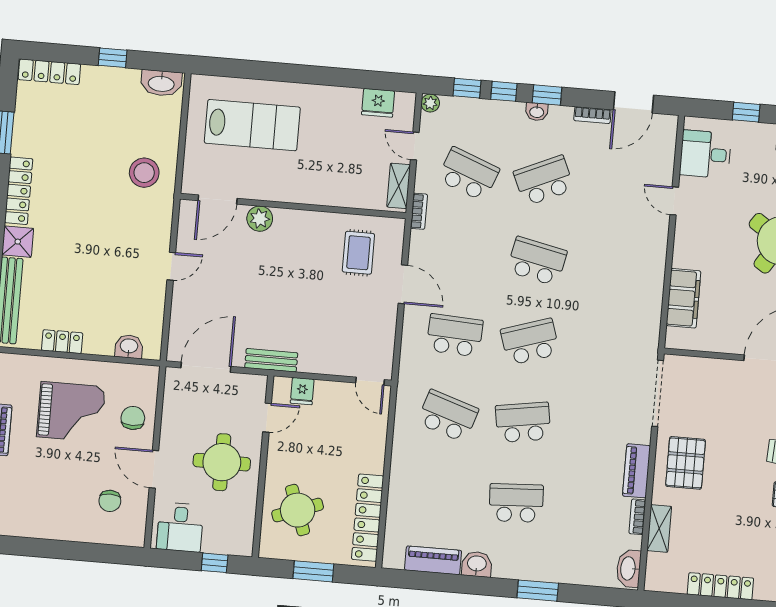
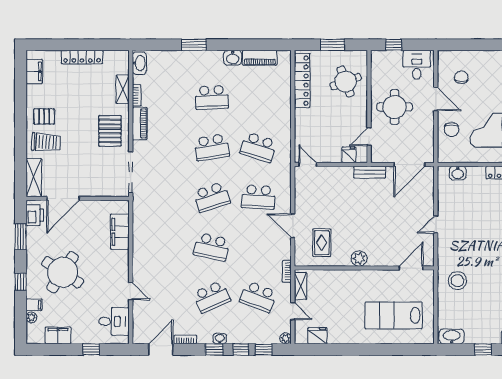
plant: (260, 219) -> (359, 258), moved

